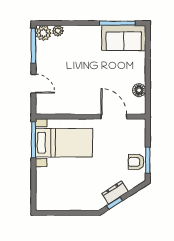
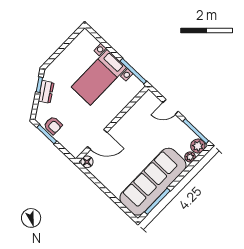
sofa: (124, 38) -> (153, 182), width x1.85, depth x1.27
floor lamp: (139, 90) -> (87, 162), moved
bed with nightstands: (64, 143) -> (99, 77), moved
armchair: (136, 162) -> (53, 125), turned 90

